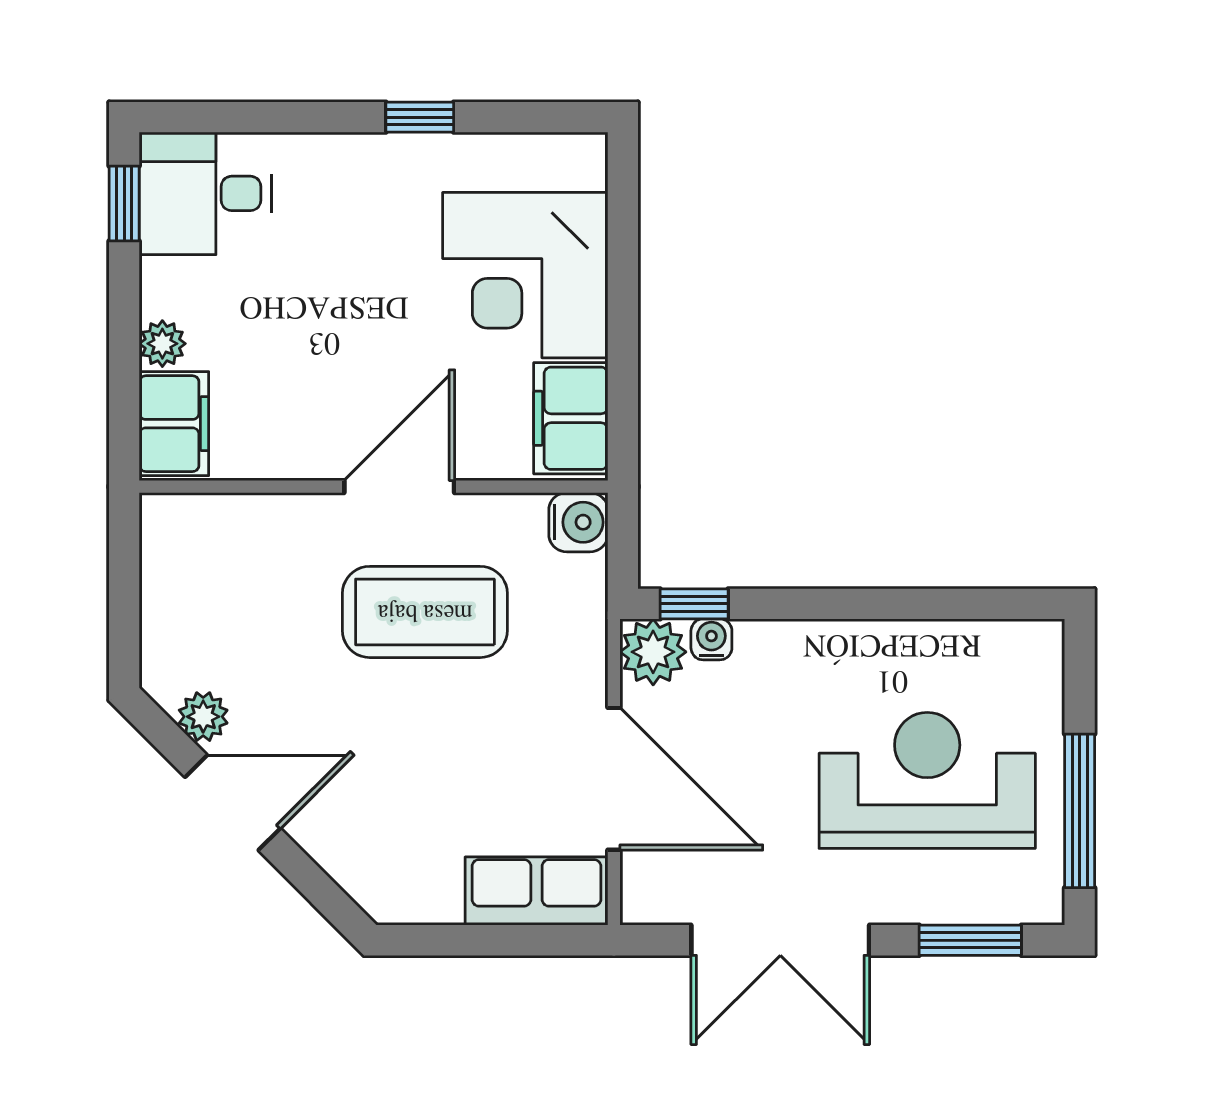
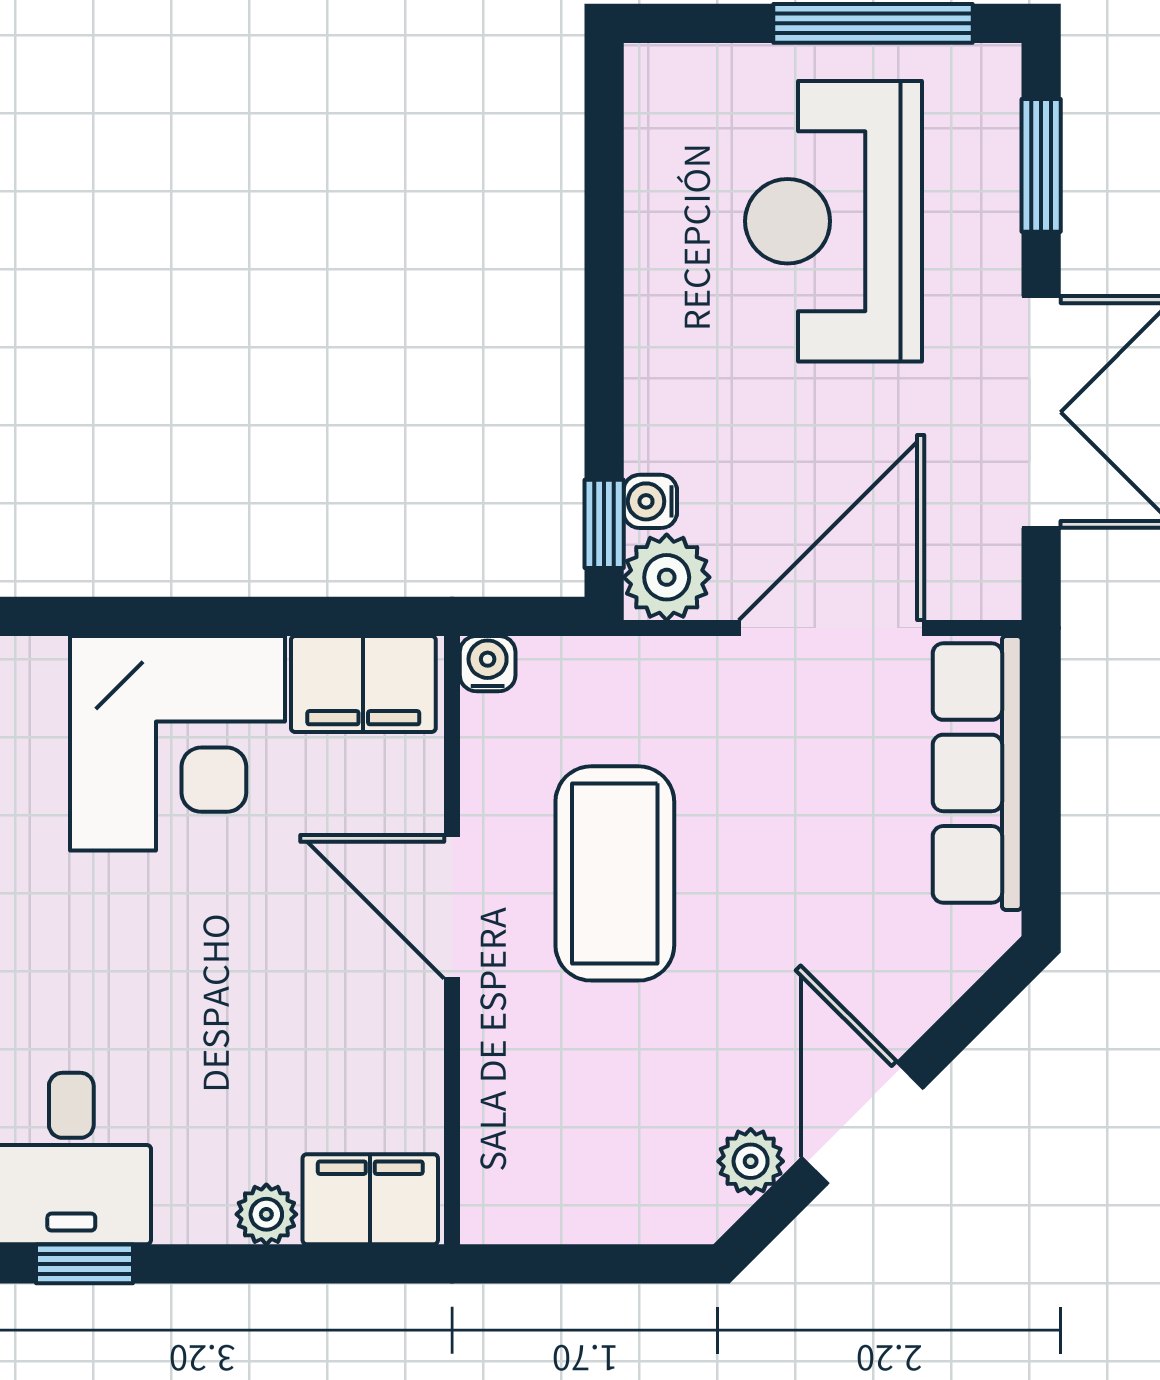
water cooler: (578, 522) -> (488, 664), width x0.72, depth x0.72
row of seats: (536, 891) -> (977, 773), width x1.48

